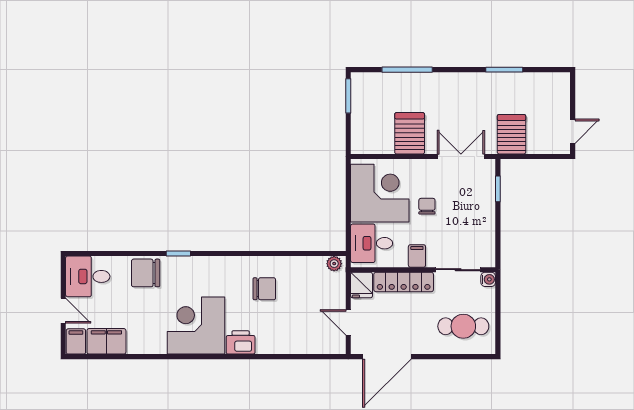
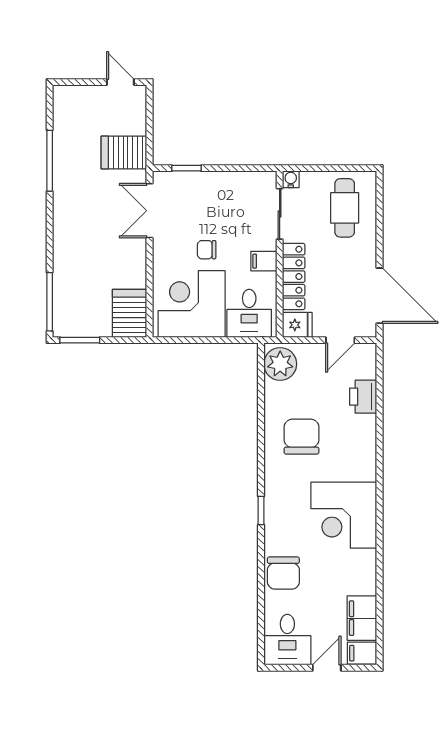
window: (407, 70) -> (50, 302), moved
window: (504, 70) -> (50, 161), width x1.44
server rack: (410, 133) -> (130, 313), moved, turned 90
window: (178, 254) -> (261, 511), moved
plant: (334, 264) -> (280, 364), width x1.87, depth x1.87
chair: (264, 289) -> (301, 437), width x1.37, depth x1.37
printer: (241, 342) -> (363, 397), moved

